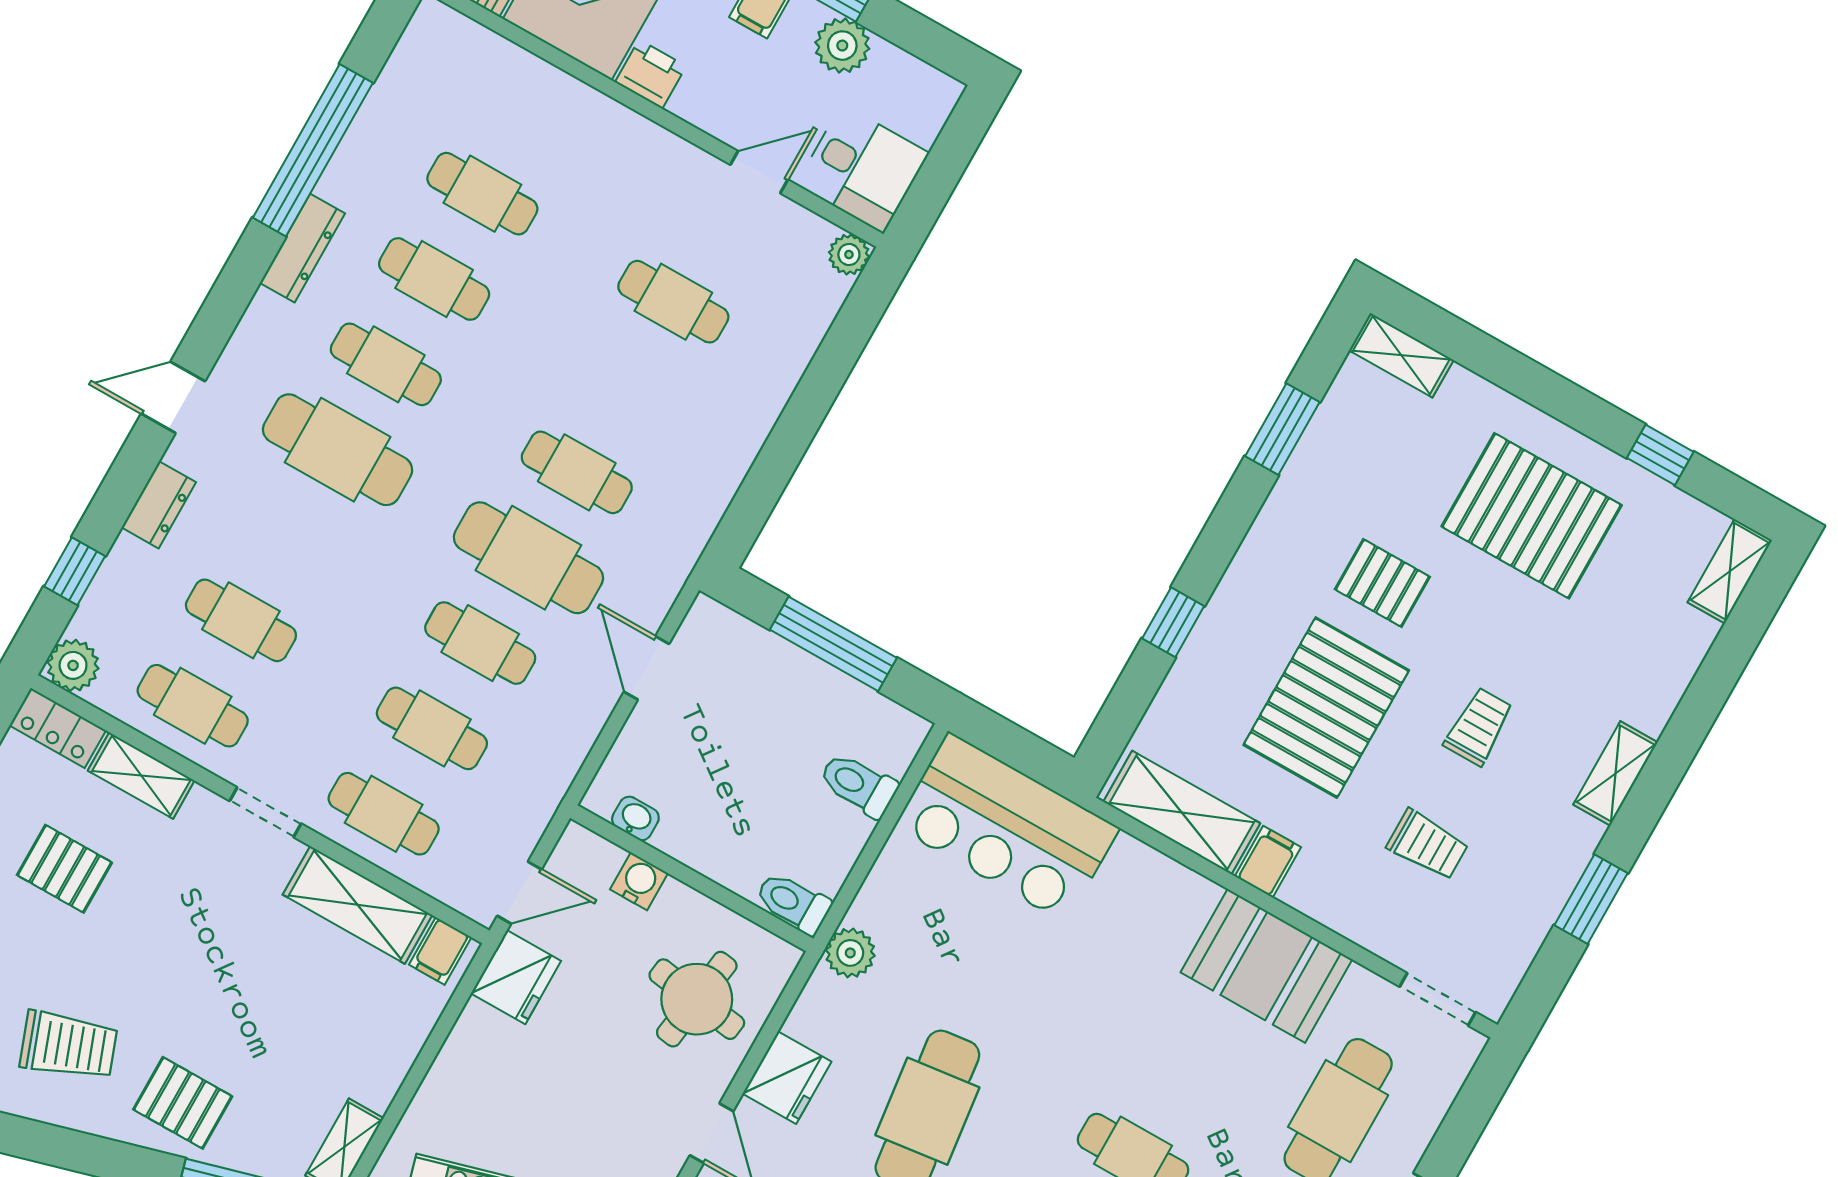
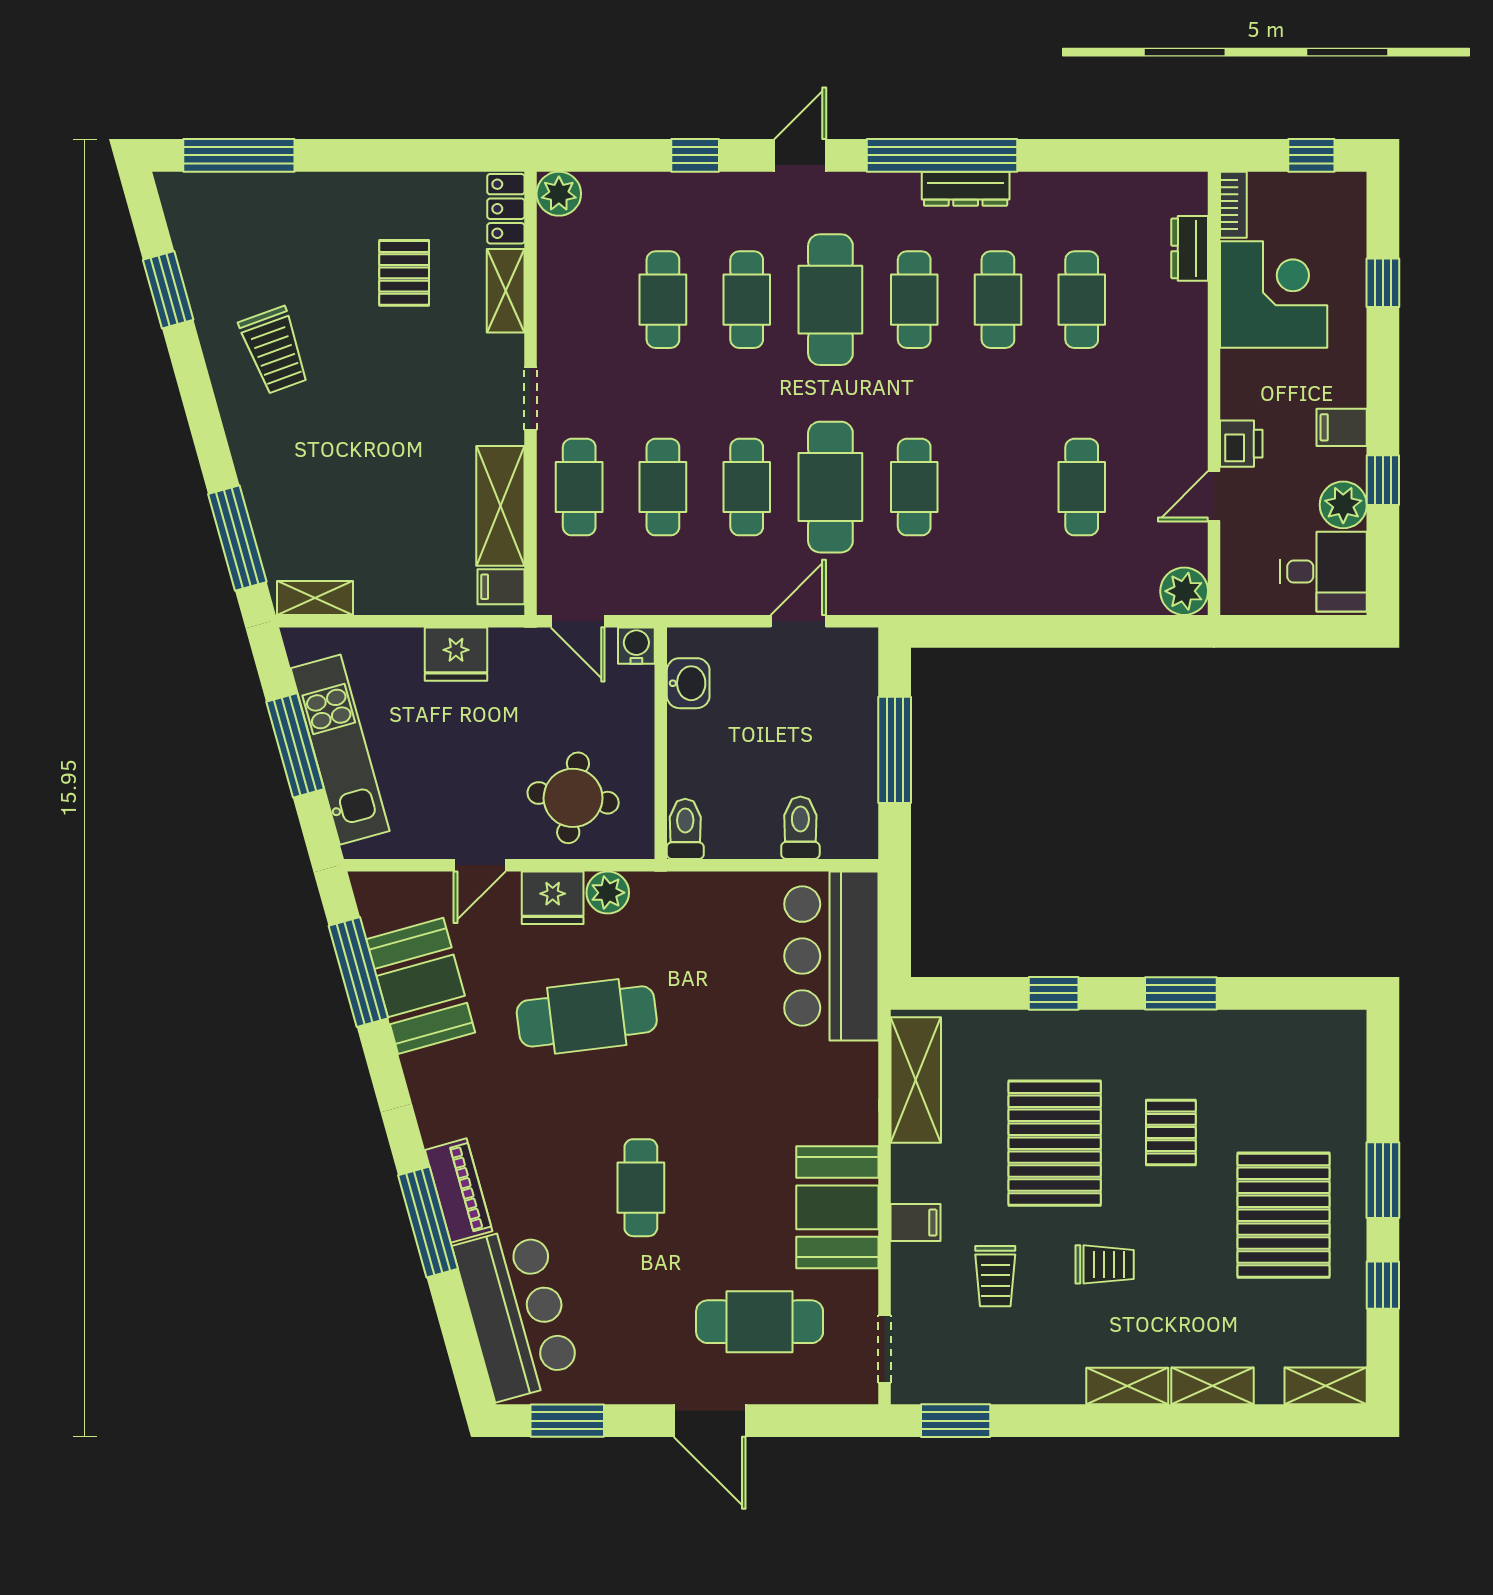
printer: (651, 74) -> (1241, 444), moved
window: (313, 150) -> (942, 155), moved
desk: (863, 169) -> (1324, 572), moved, turned -90
door: (759, 172) -> (1214, 496), swing flipped
plant: (849, 254) -> (1184, 591), width x1.38, depth x1.38
shelving: (1401, 355) -> (1213, 1386), moved, turned 90
window: (1553, 394) -> (1383, 1180), added
door: (173, 397) -> (800, 155), hinge flipped
window: (1282, 429) -> (1181, 993), moved
dresser: (159, 505) -> (1190, 248), moved, turned 90
window: (75, 571) -> (695, 155), moved
cafe table: (193, 706) -> (747, 300), moved
pallet: (1326, 708) -> (1055, 1143), turned 90
washbasin: (635, 818) -> (688, 683), width x1.38, depth x1.45
filing cabinet: (1268, 862) -> (915, 1223), moved
water cooler: (639, 881) -> (636, 646), moved, turned -90
window: (1591, 899) -> (956, 1421), moved
plant: (850, 953) -> (608, 893), moved
fridge: (516, 977) -> (456, 654), moved
pallet: (183, 1103) -> (280, 459), removed

